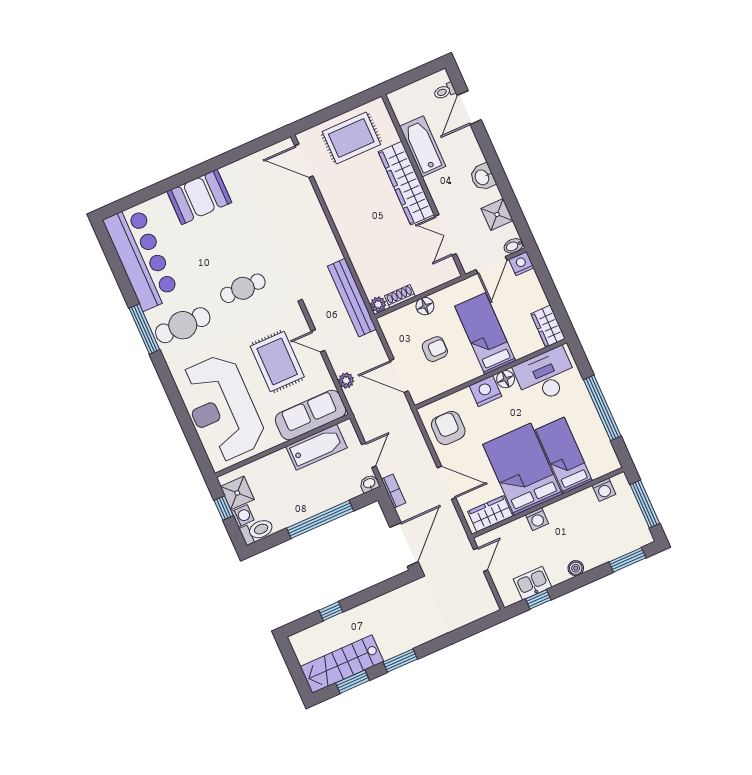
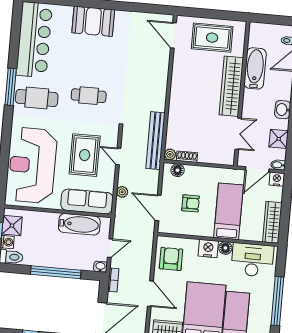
double door: (446, 235) -> (238, 134), swing flipped
floor lamp: (425, 306) -> (178, 170), moved
wardrobe: (548, 326) -> (272, 222), width x1.50

